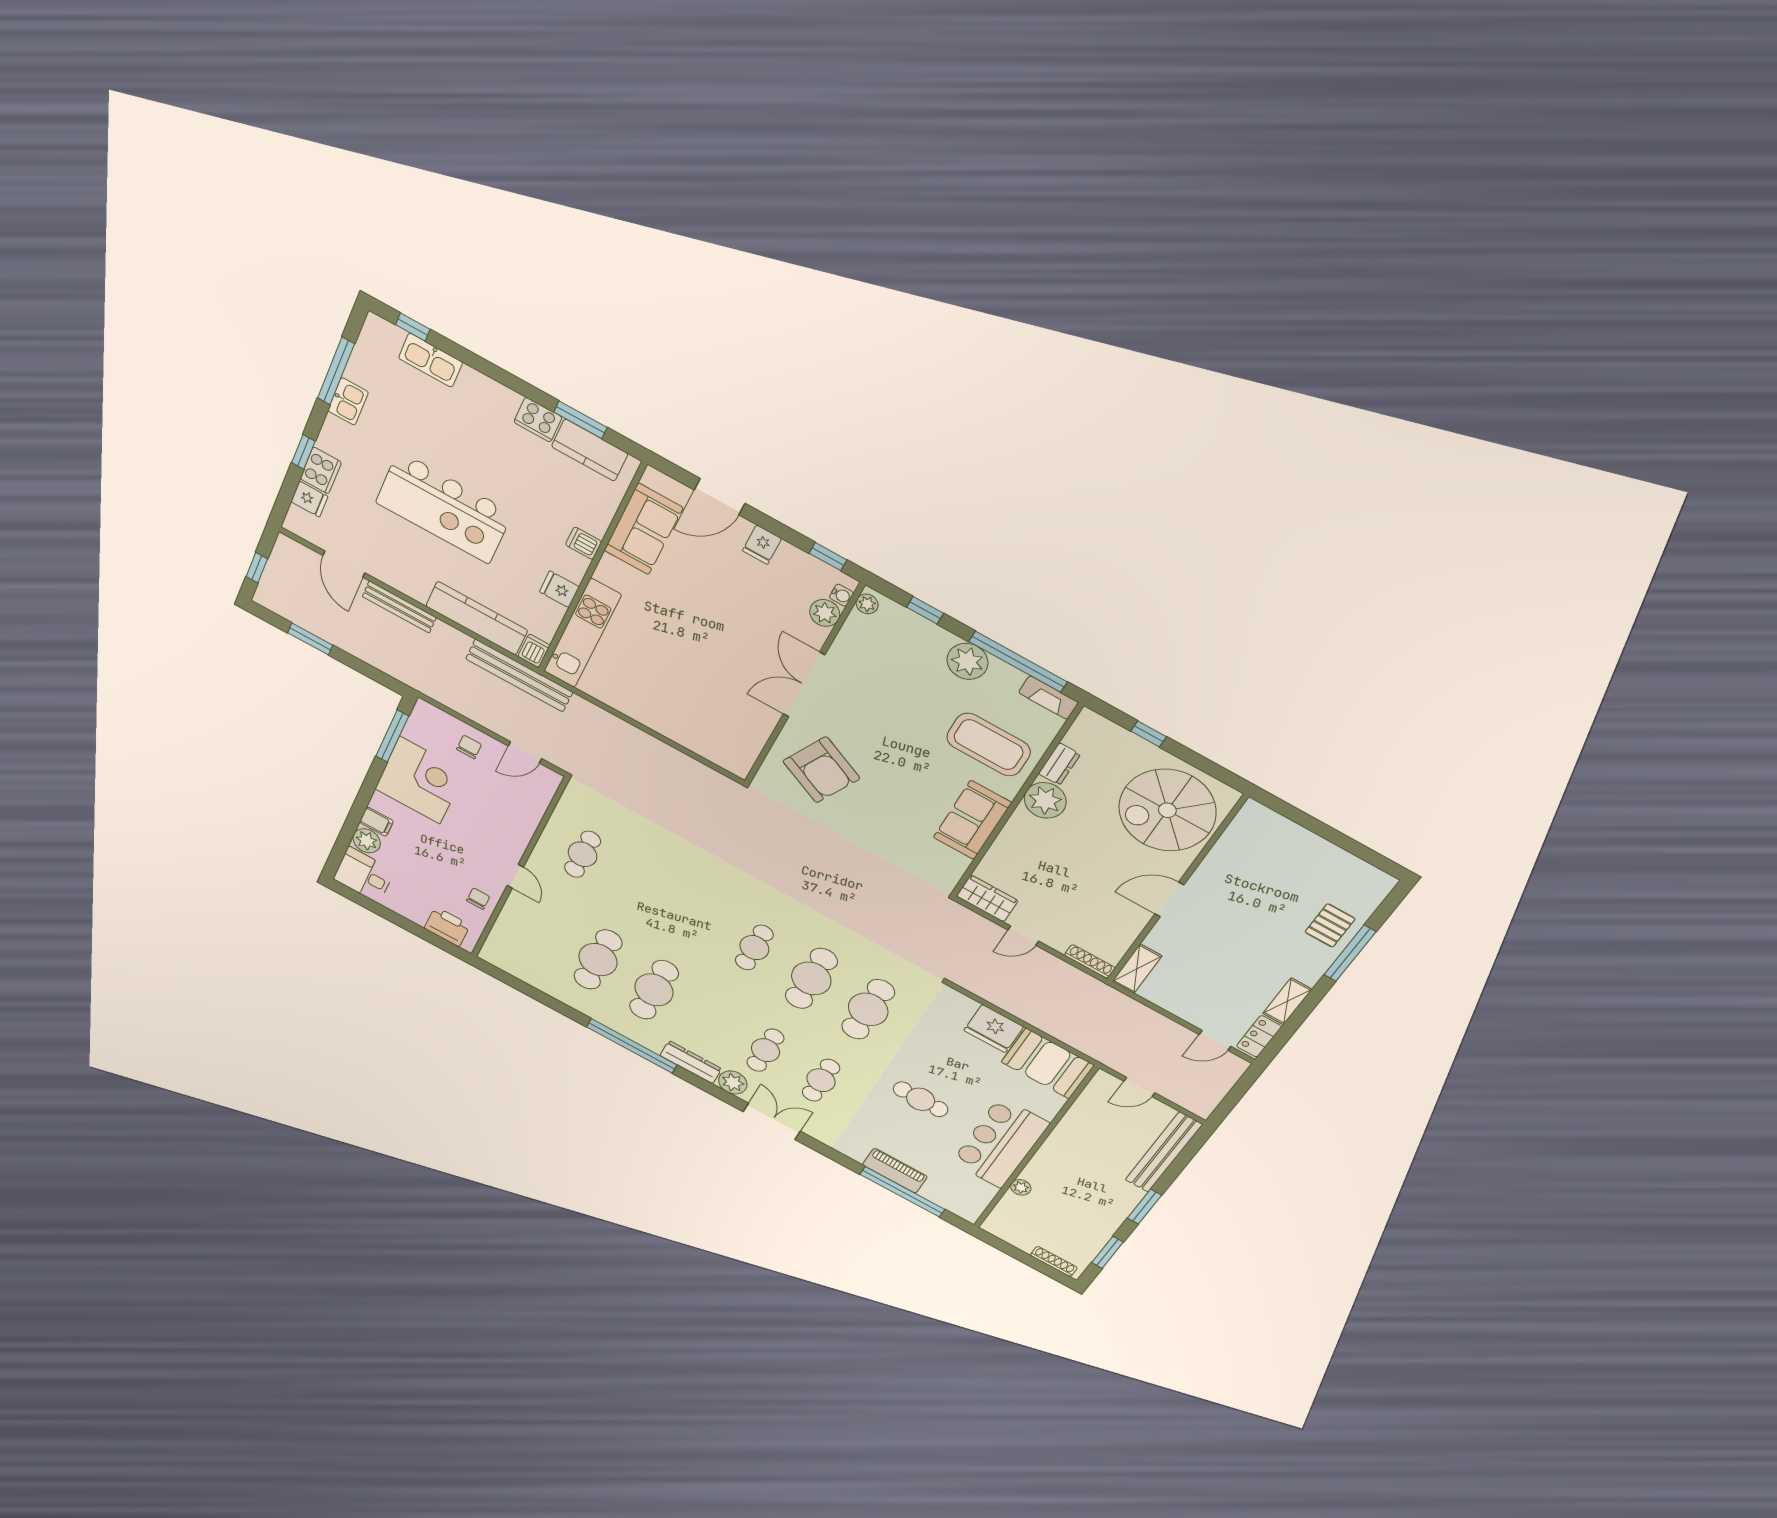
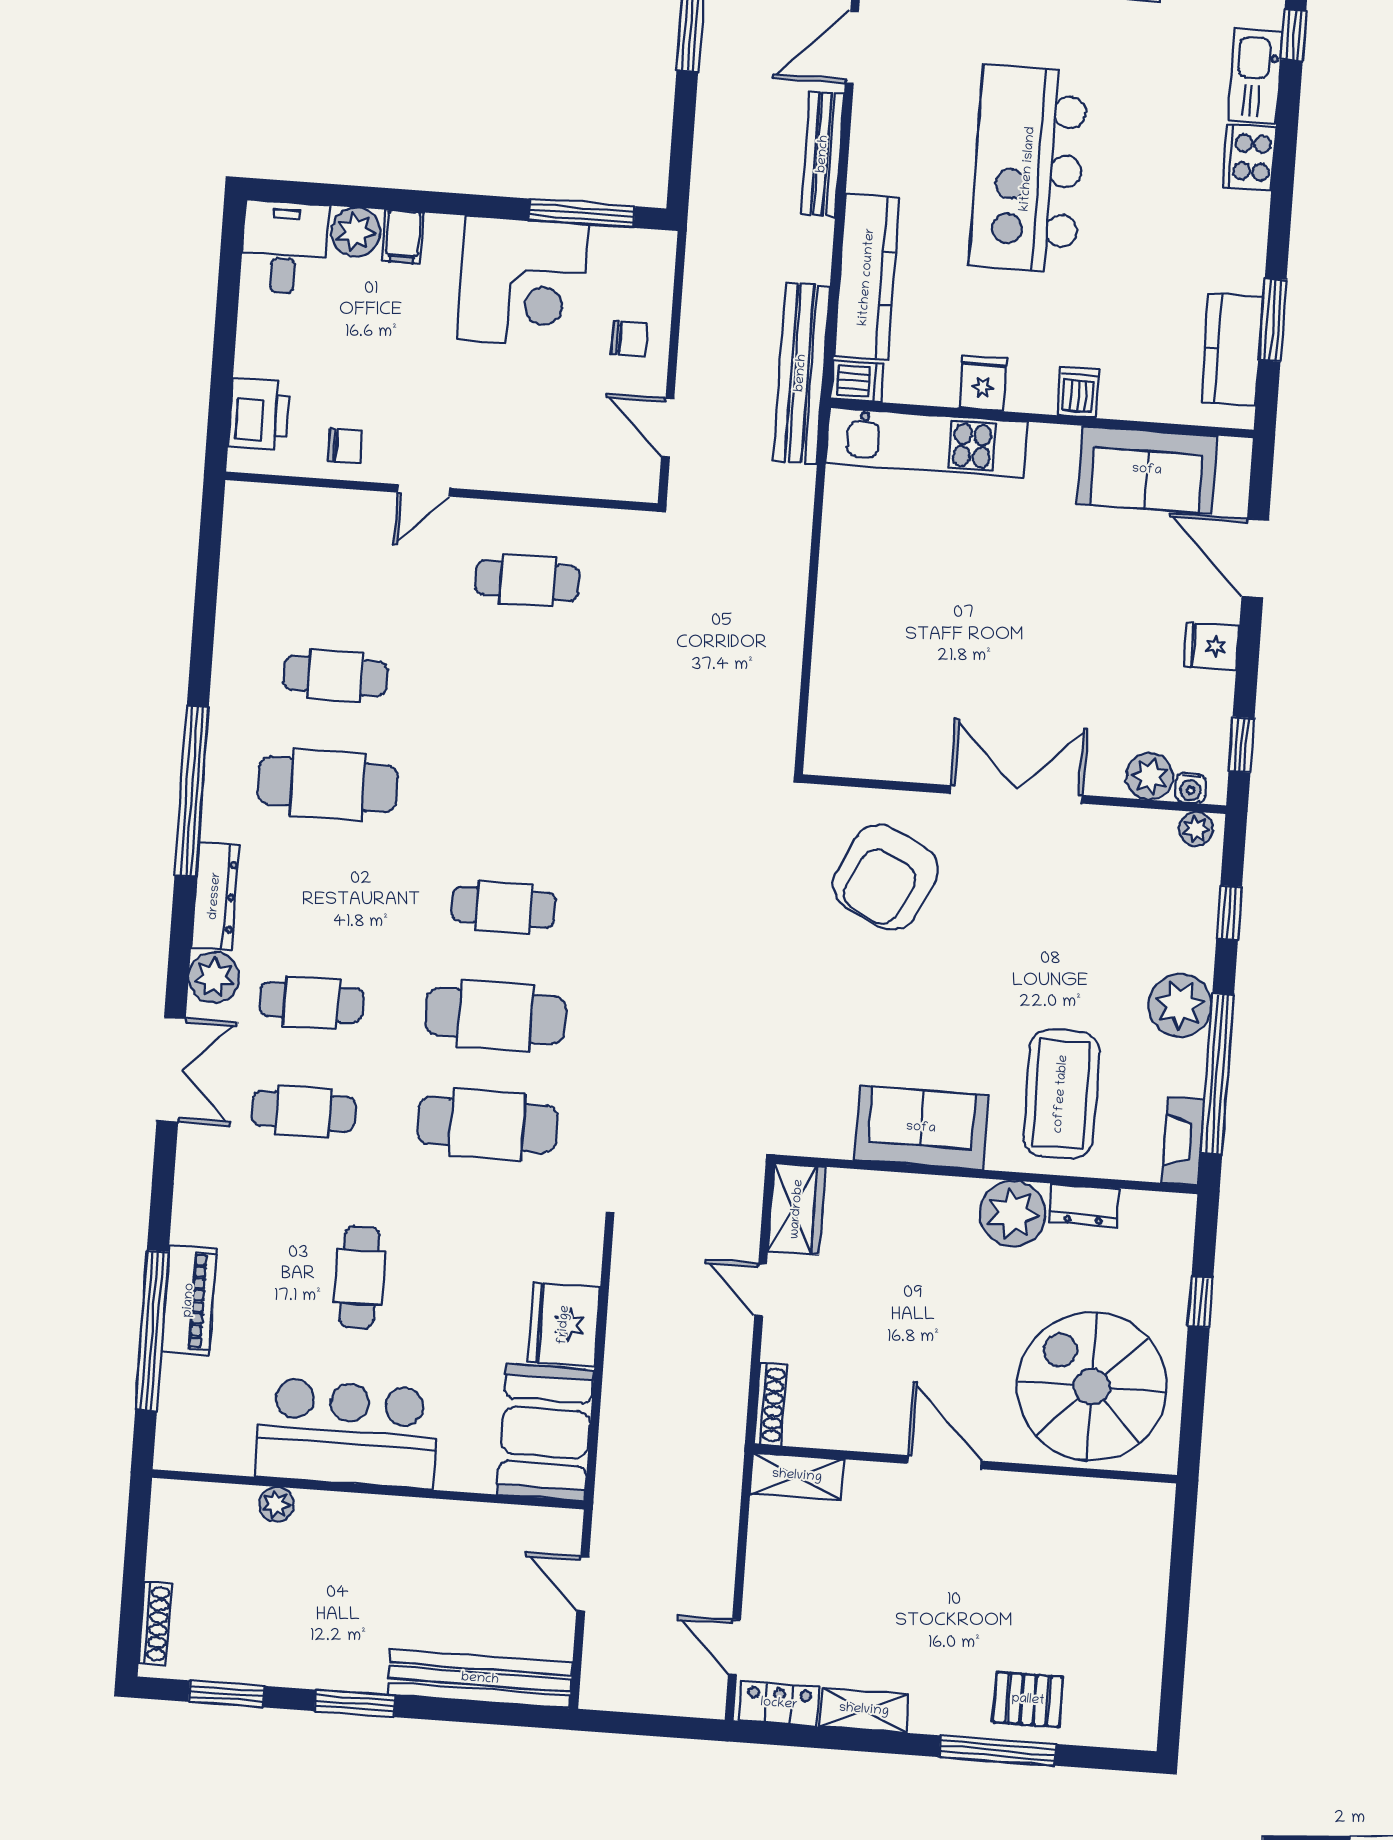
cooker: (538, 420) -> (1249, 157), moved
cafe table: (598, 960) -> (336, 676), width x0.73, depth x0.74

